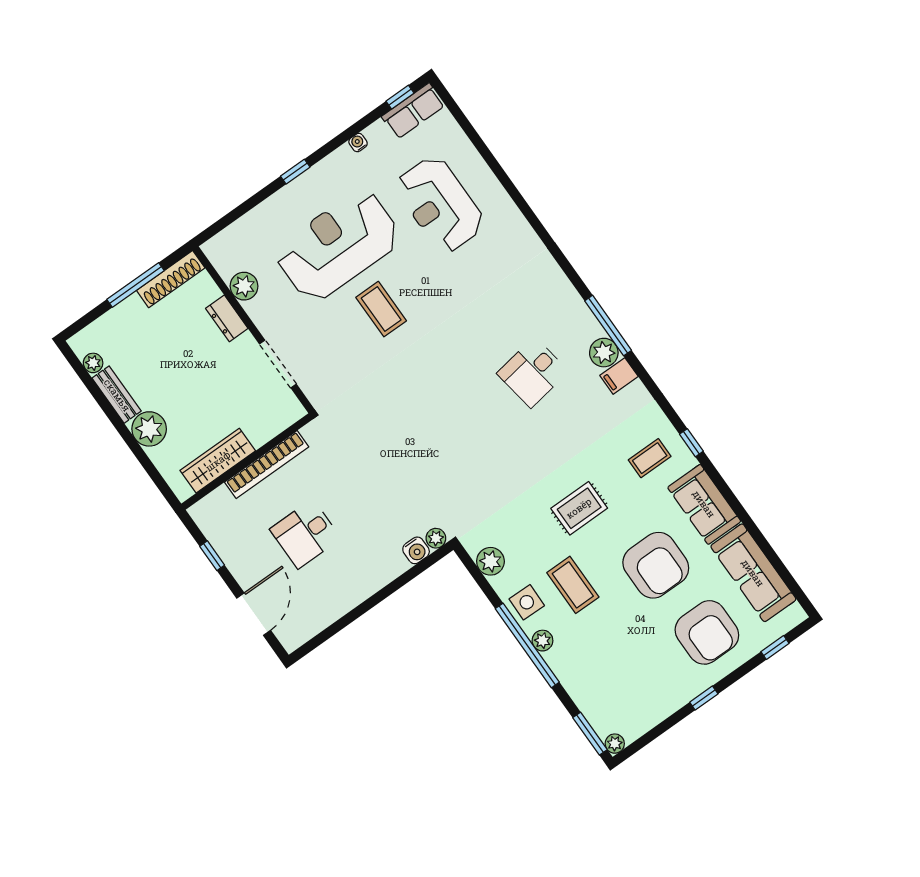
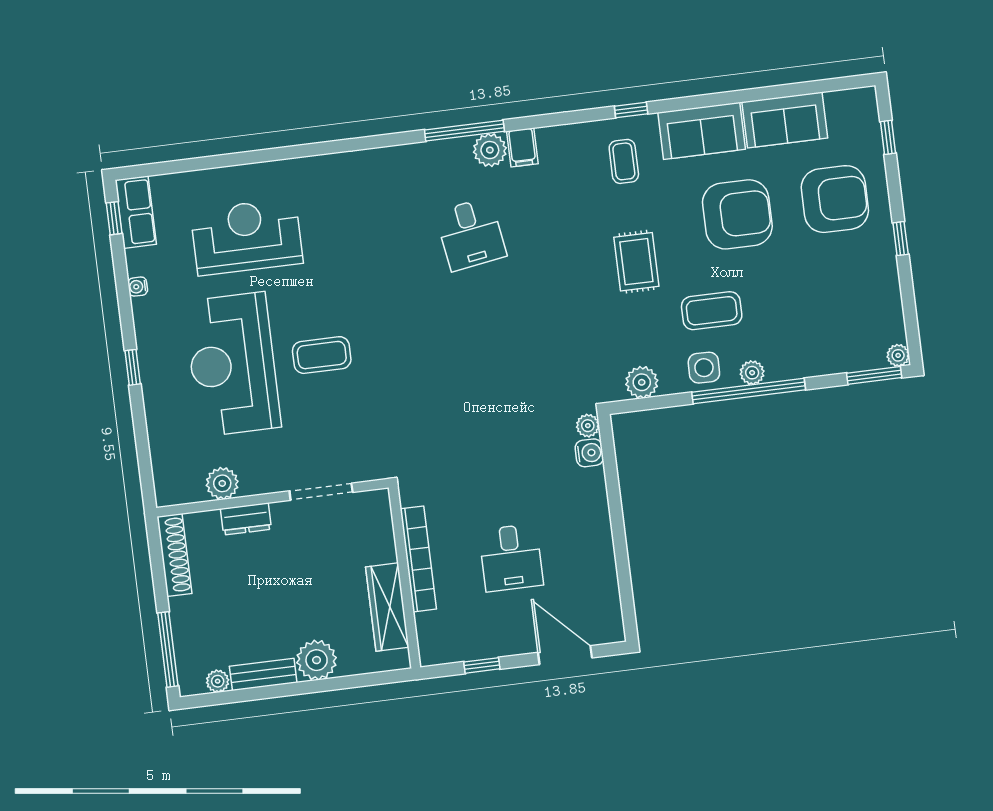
reception desk: (440, 204) -> (247, 237), turned 180
window: (136, 285) -> (168, 649), moved
sofa: (753, 573) -> (785, 120), width x0.73

